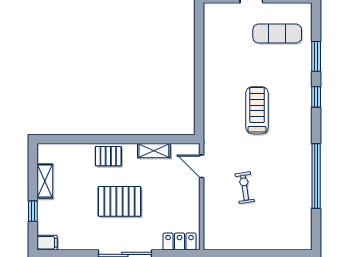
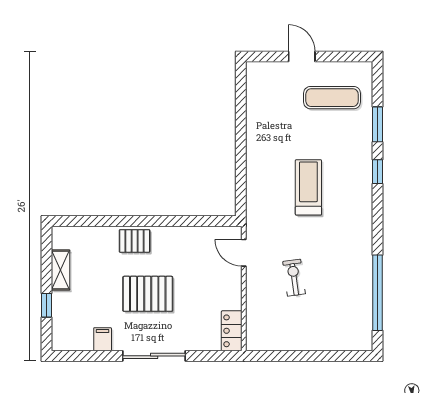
shelving: (154, 151) -> (188, 235), removed
window: (316, 176) -> (378, 293), moved
locker: (180, 242) -> (232, 331), moved, turned -90
filing cabinet: (47, 243) -> (103, 339), moved, turned -90

